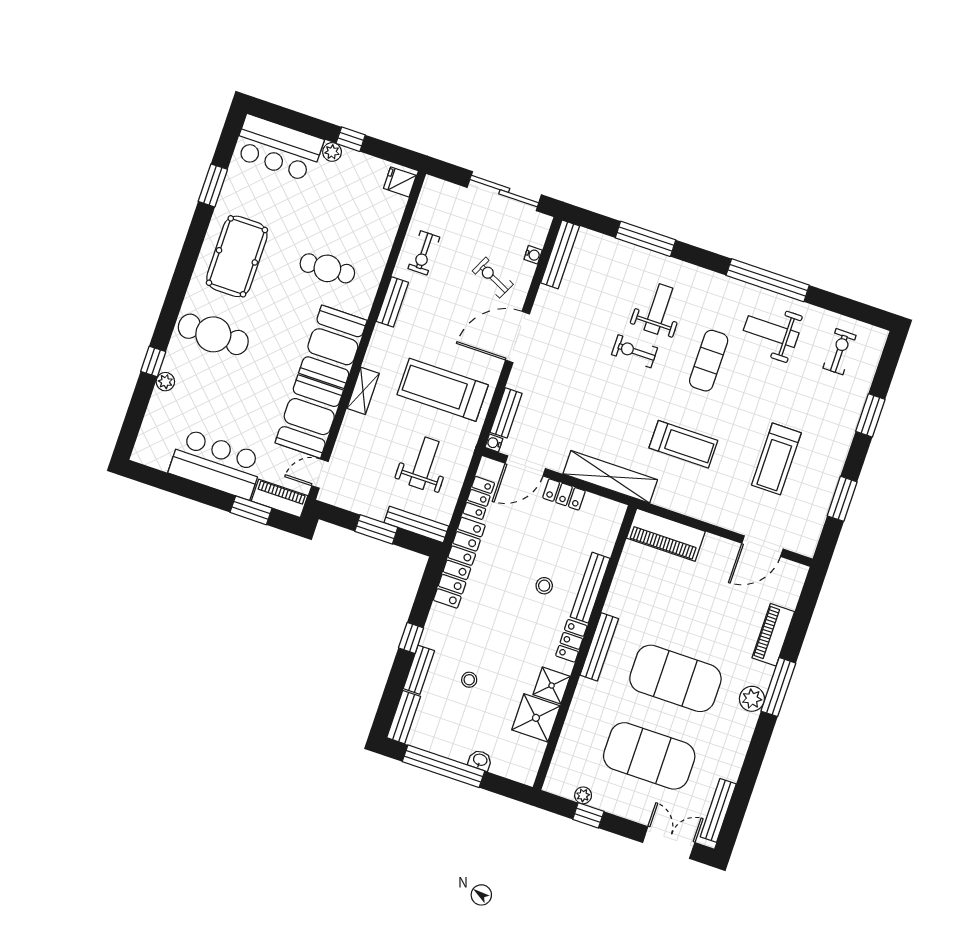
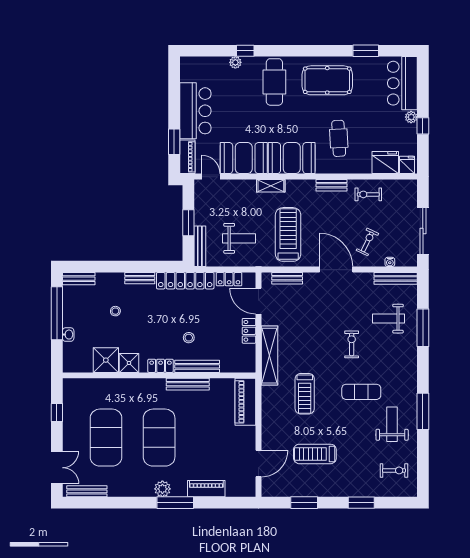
fridge: (386, 212) -> (385, 163), added
window: (768, 280) -> (423, 411), width x0.68
weight bench: (658, 309) -> (388, 319), moved, turned 180
water cooler: (494, 443) -> (266, 277), removed
door: (762, 546) -> (258, 463), swing flipped
window: (411, 638) -> (129, 267), removed
bench: (599, 647) -> (188, 384), moved
bench: (419, 670) -> (140, 278), moved
plant: (583, 795) -> (68, 405), removed

